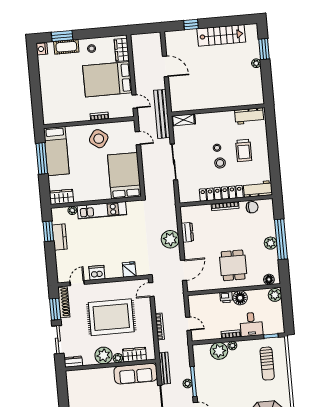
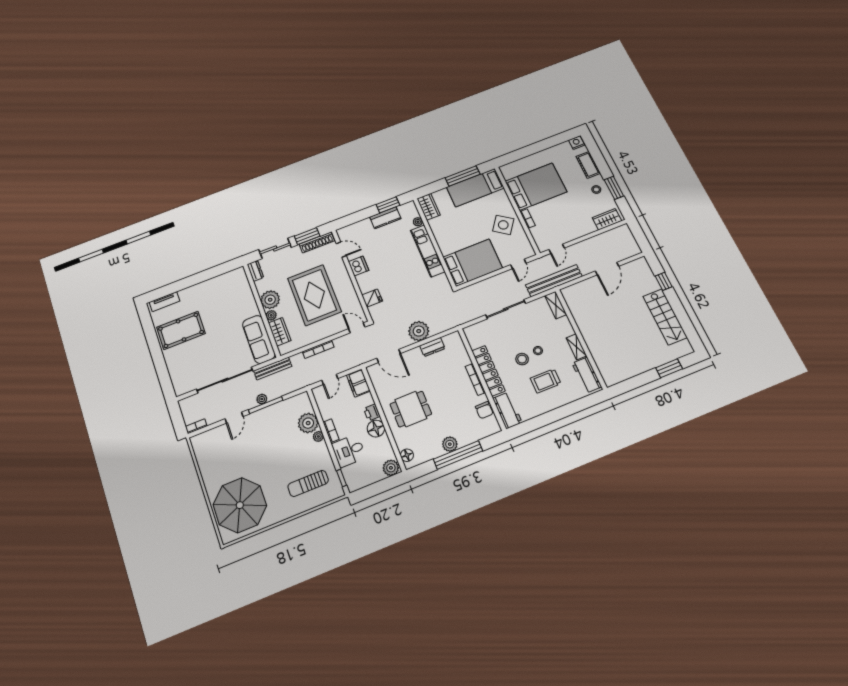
window: (62, 36) -> (614, 188), moved
plant: (256, 63) -> (649, 365), removed
bed: (107, 79) -> (536, 187), moved, turned 90
shelving: (224, 116) -> (576, 347), added
filing cabinet: (199, 301) -> (358, 383), added

